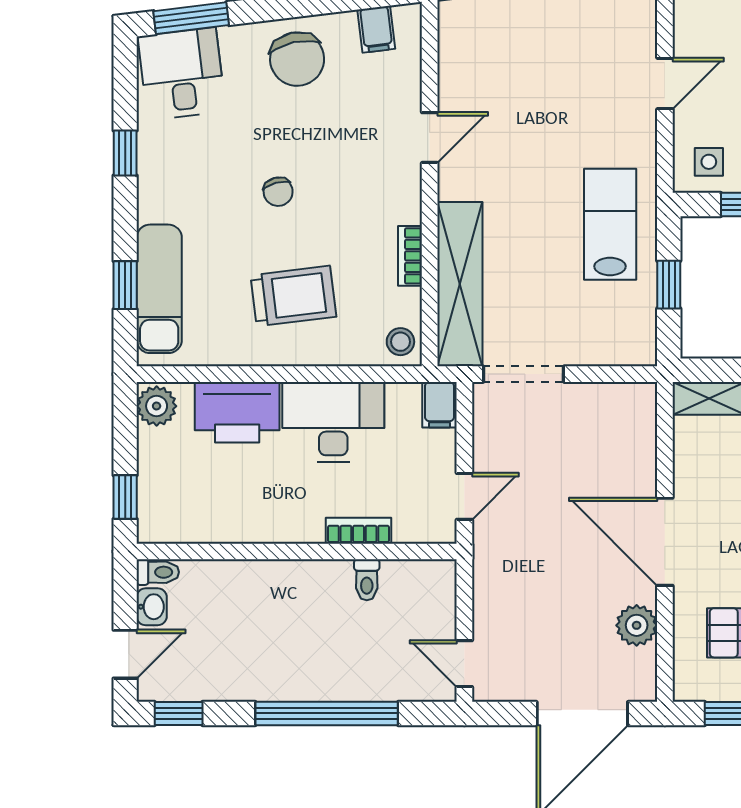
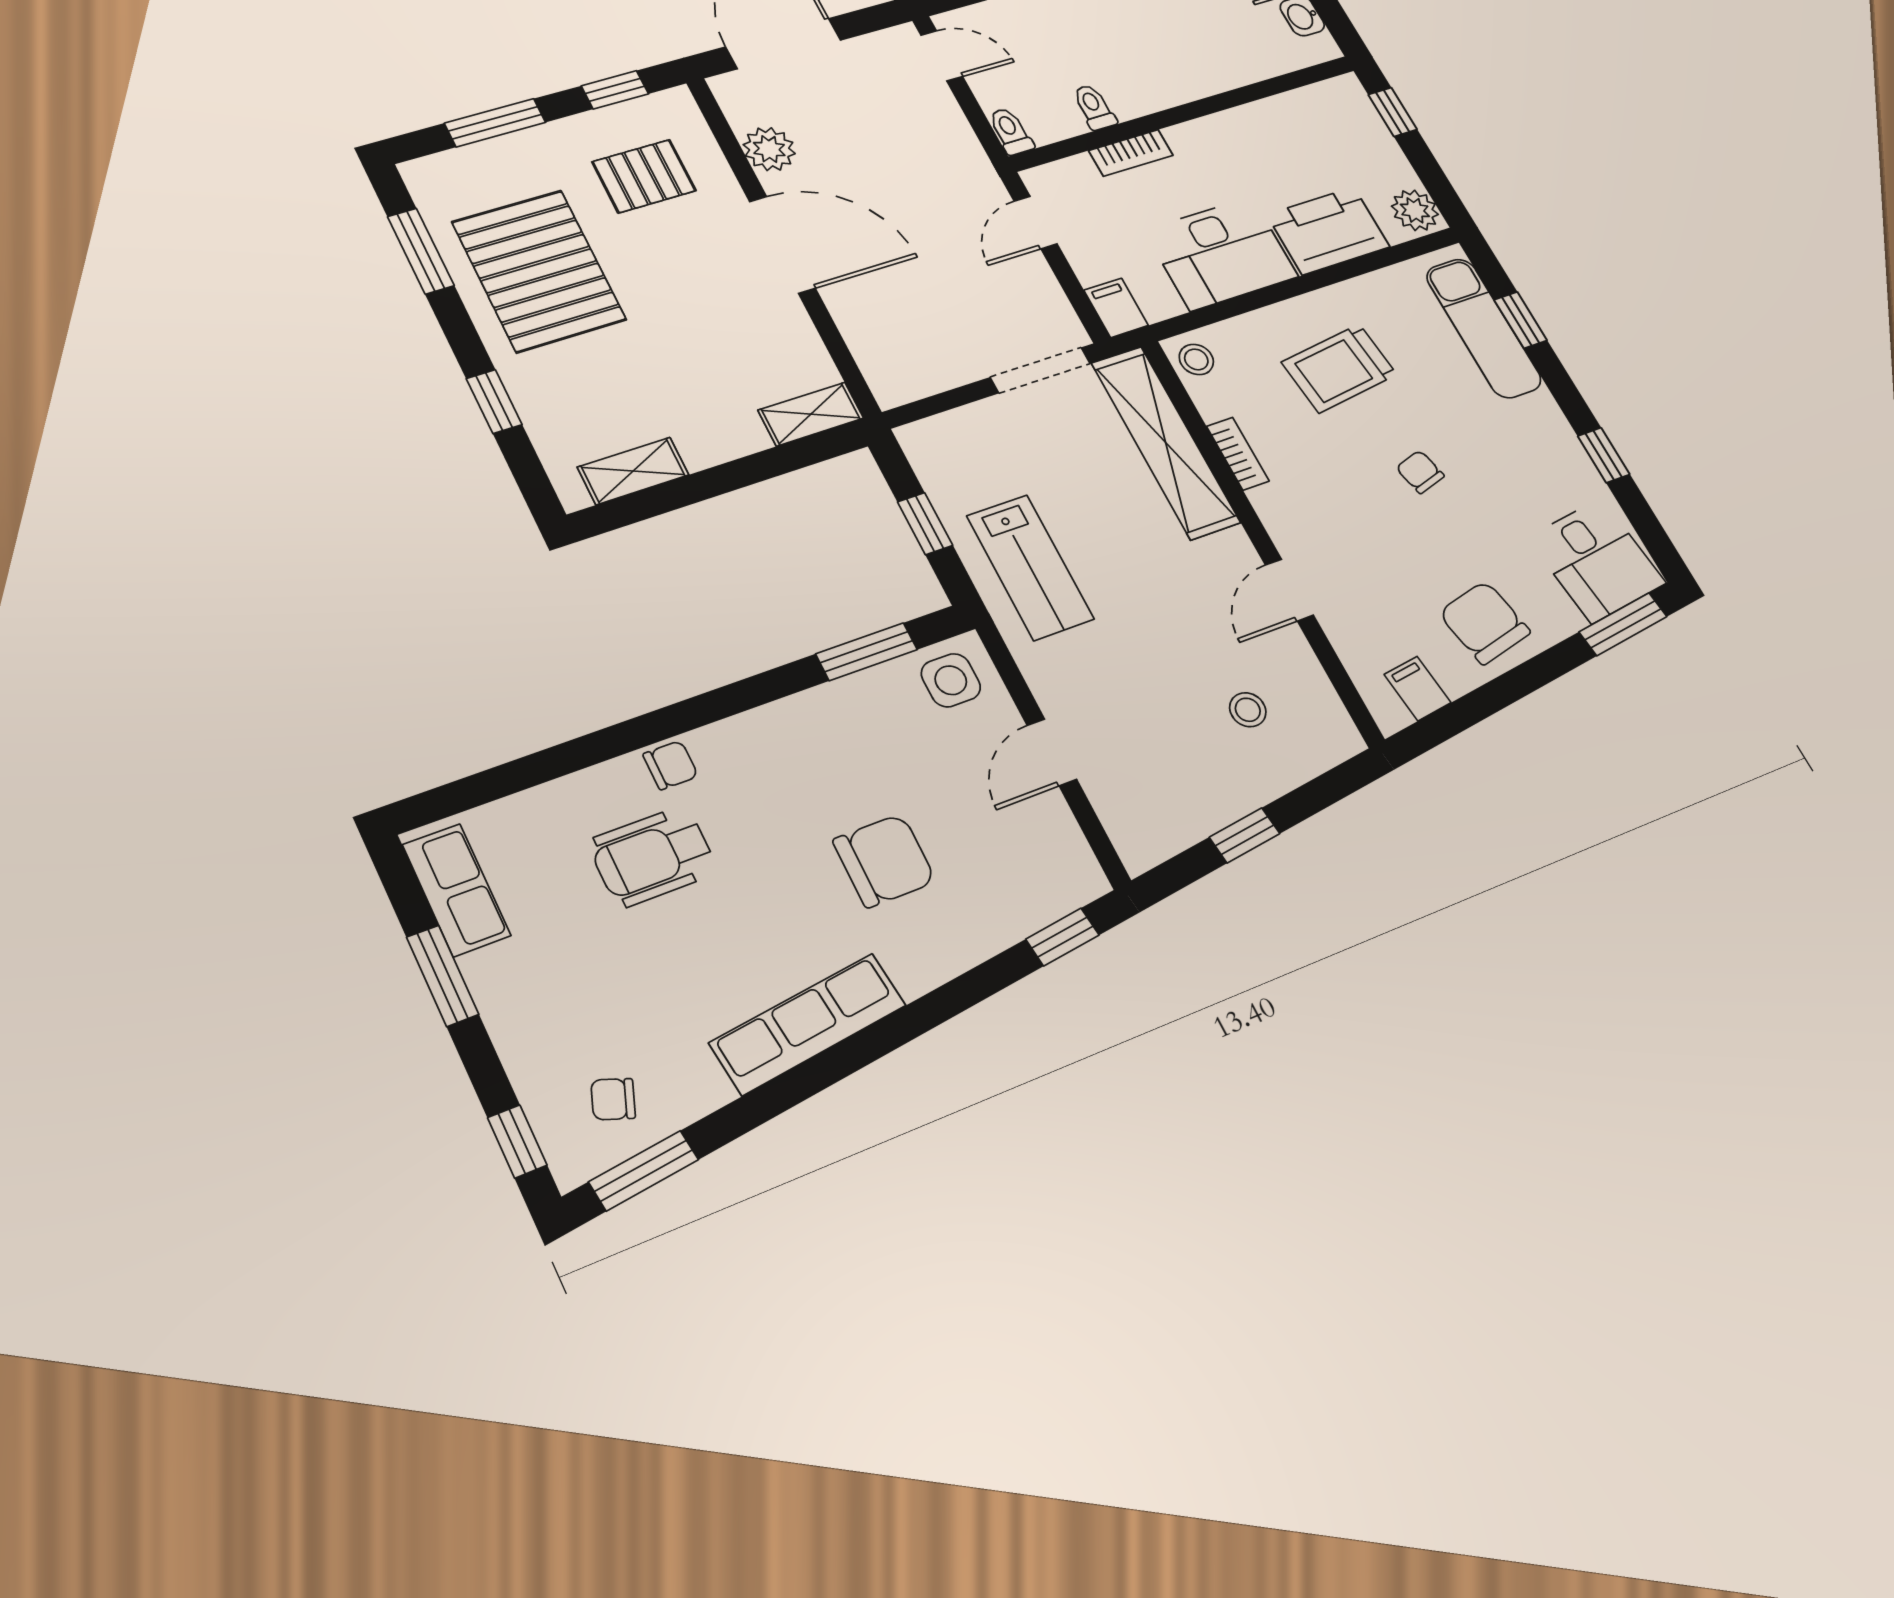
stool: (510, 61) -> (1248, 710), added
side table: (709, 162) -> (951, 680), width x1.37, depth x1.37
toilet: (158, 572) -> (1011, 131), moved, turned 90

